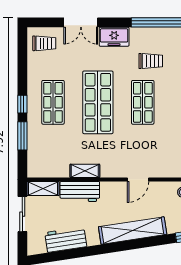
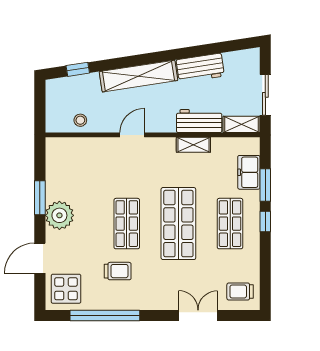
freezer: (114, 37) -> (249, 172), moved, turned -90
trolley: (151, 61) -> (118, 271), turned 180
workbench: (66, 240) -> (200, 68), moved

